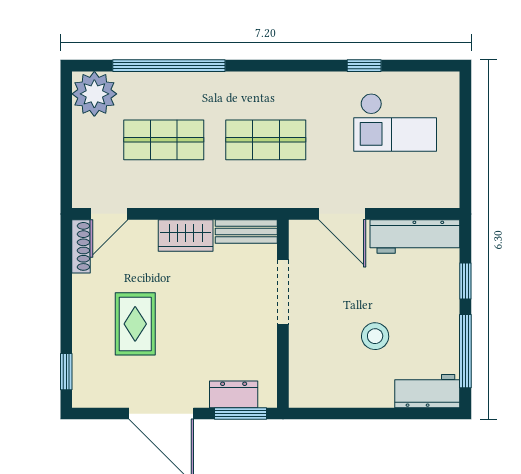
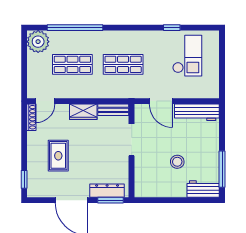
checkout: (395, 122) -> (187, 56), turned -90
window: (465, 281) -> (222, 134), removed
dresser: (234, 394) -> (107, 191), width x1.44

